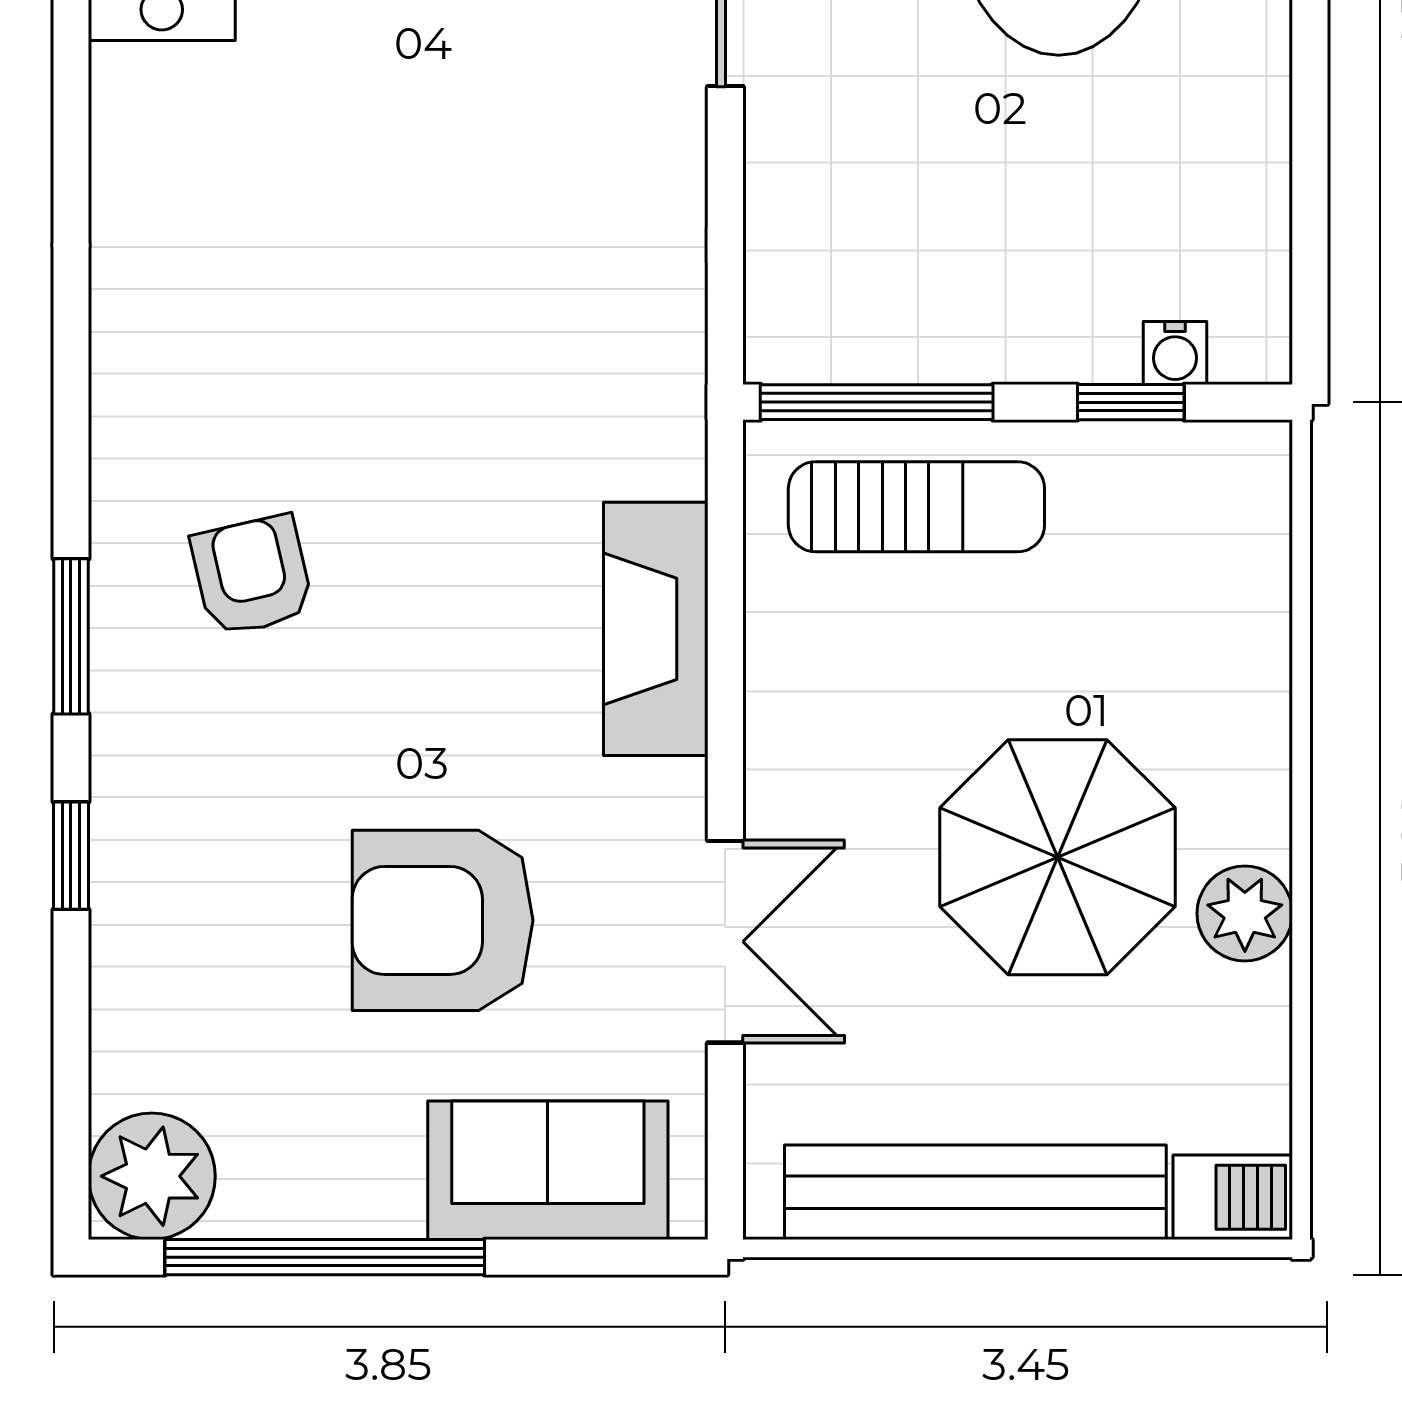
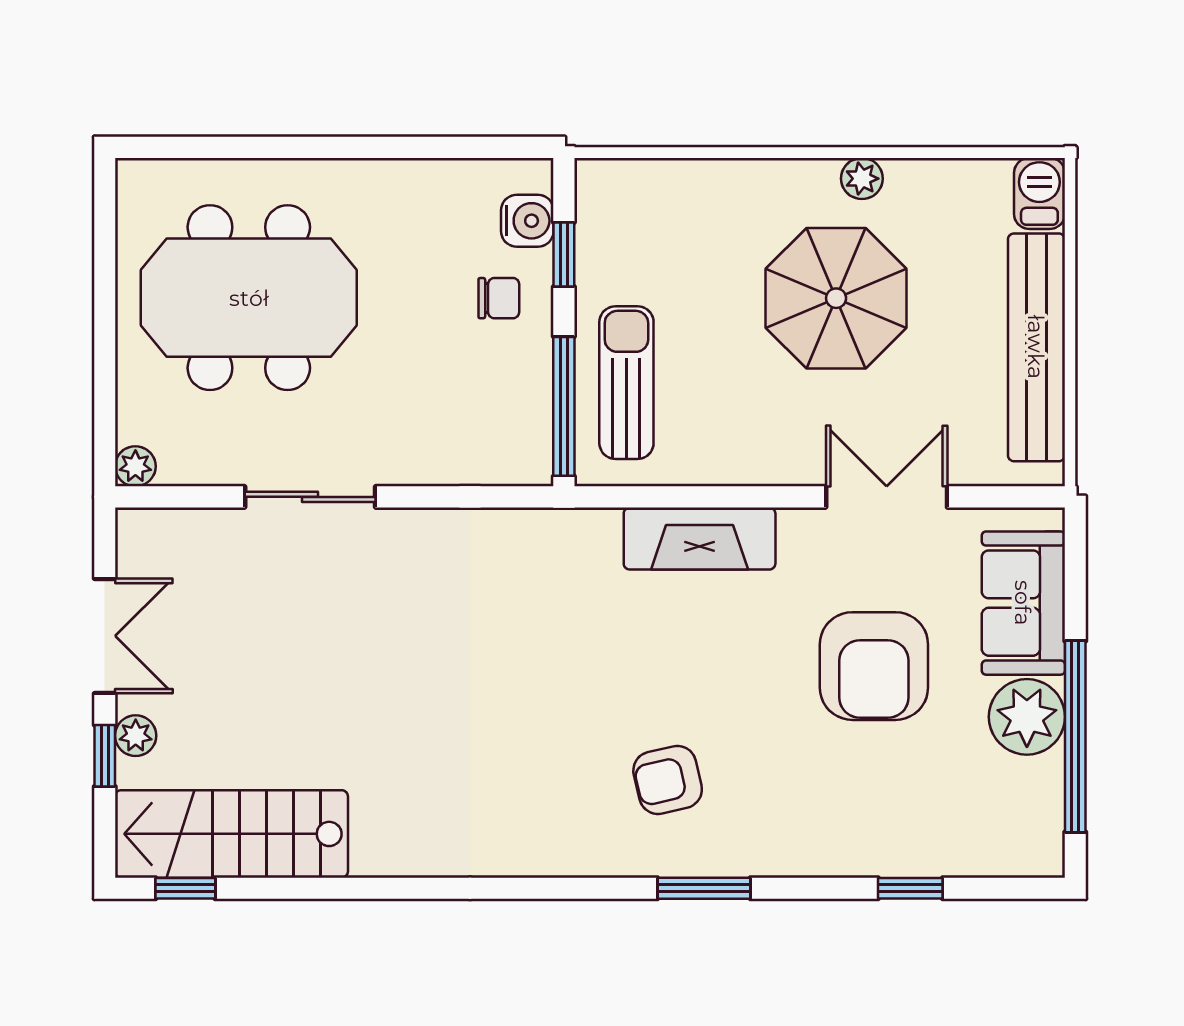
chair: (1058, 293) -> (499, 298), added
water cooler: (1175, 353) -> (527, 221), width x1.38, depth x1.38
window: (71, 856) -> (910, 888), moved
plant: (1245, 913) -> (862, 179), width x0.73, depth x0.73
plant: (152, 1176) -> (1027, 717), moved

